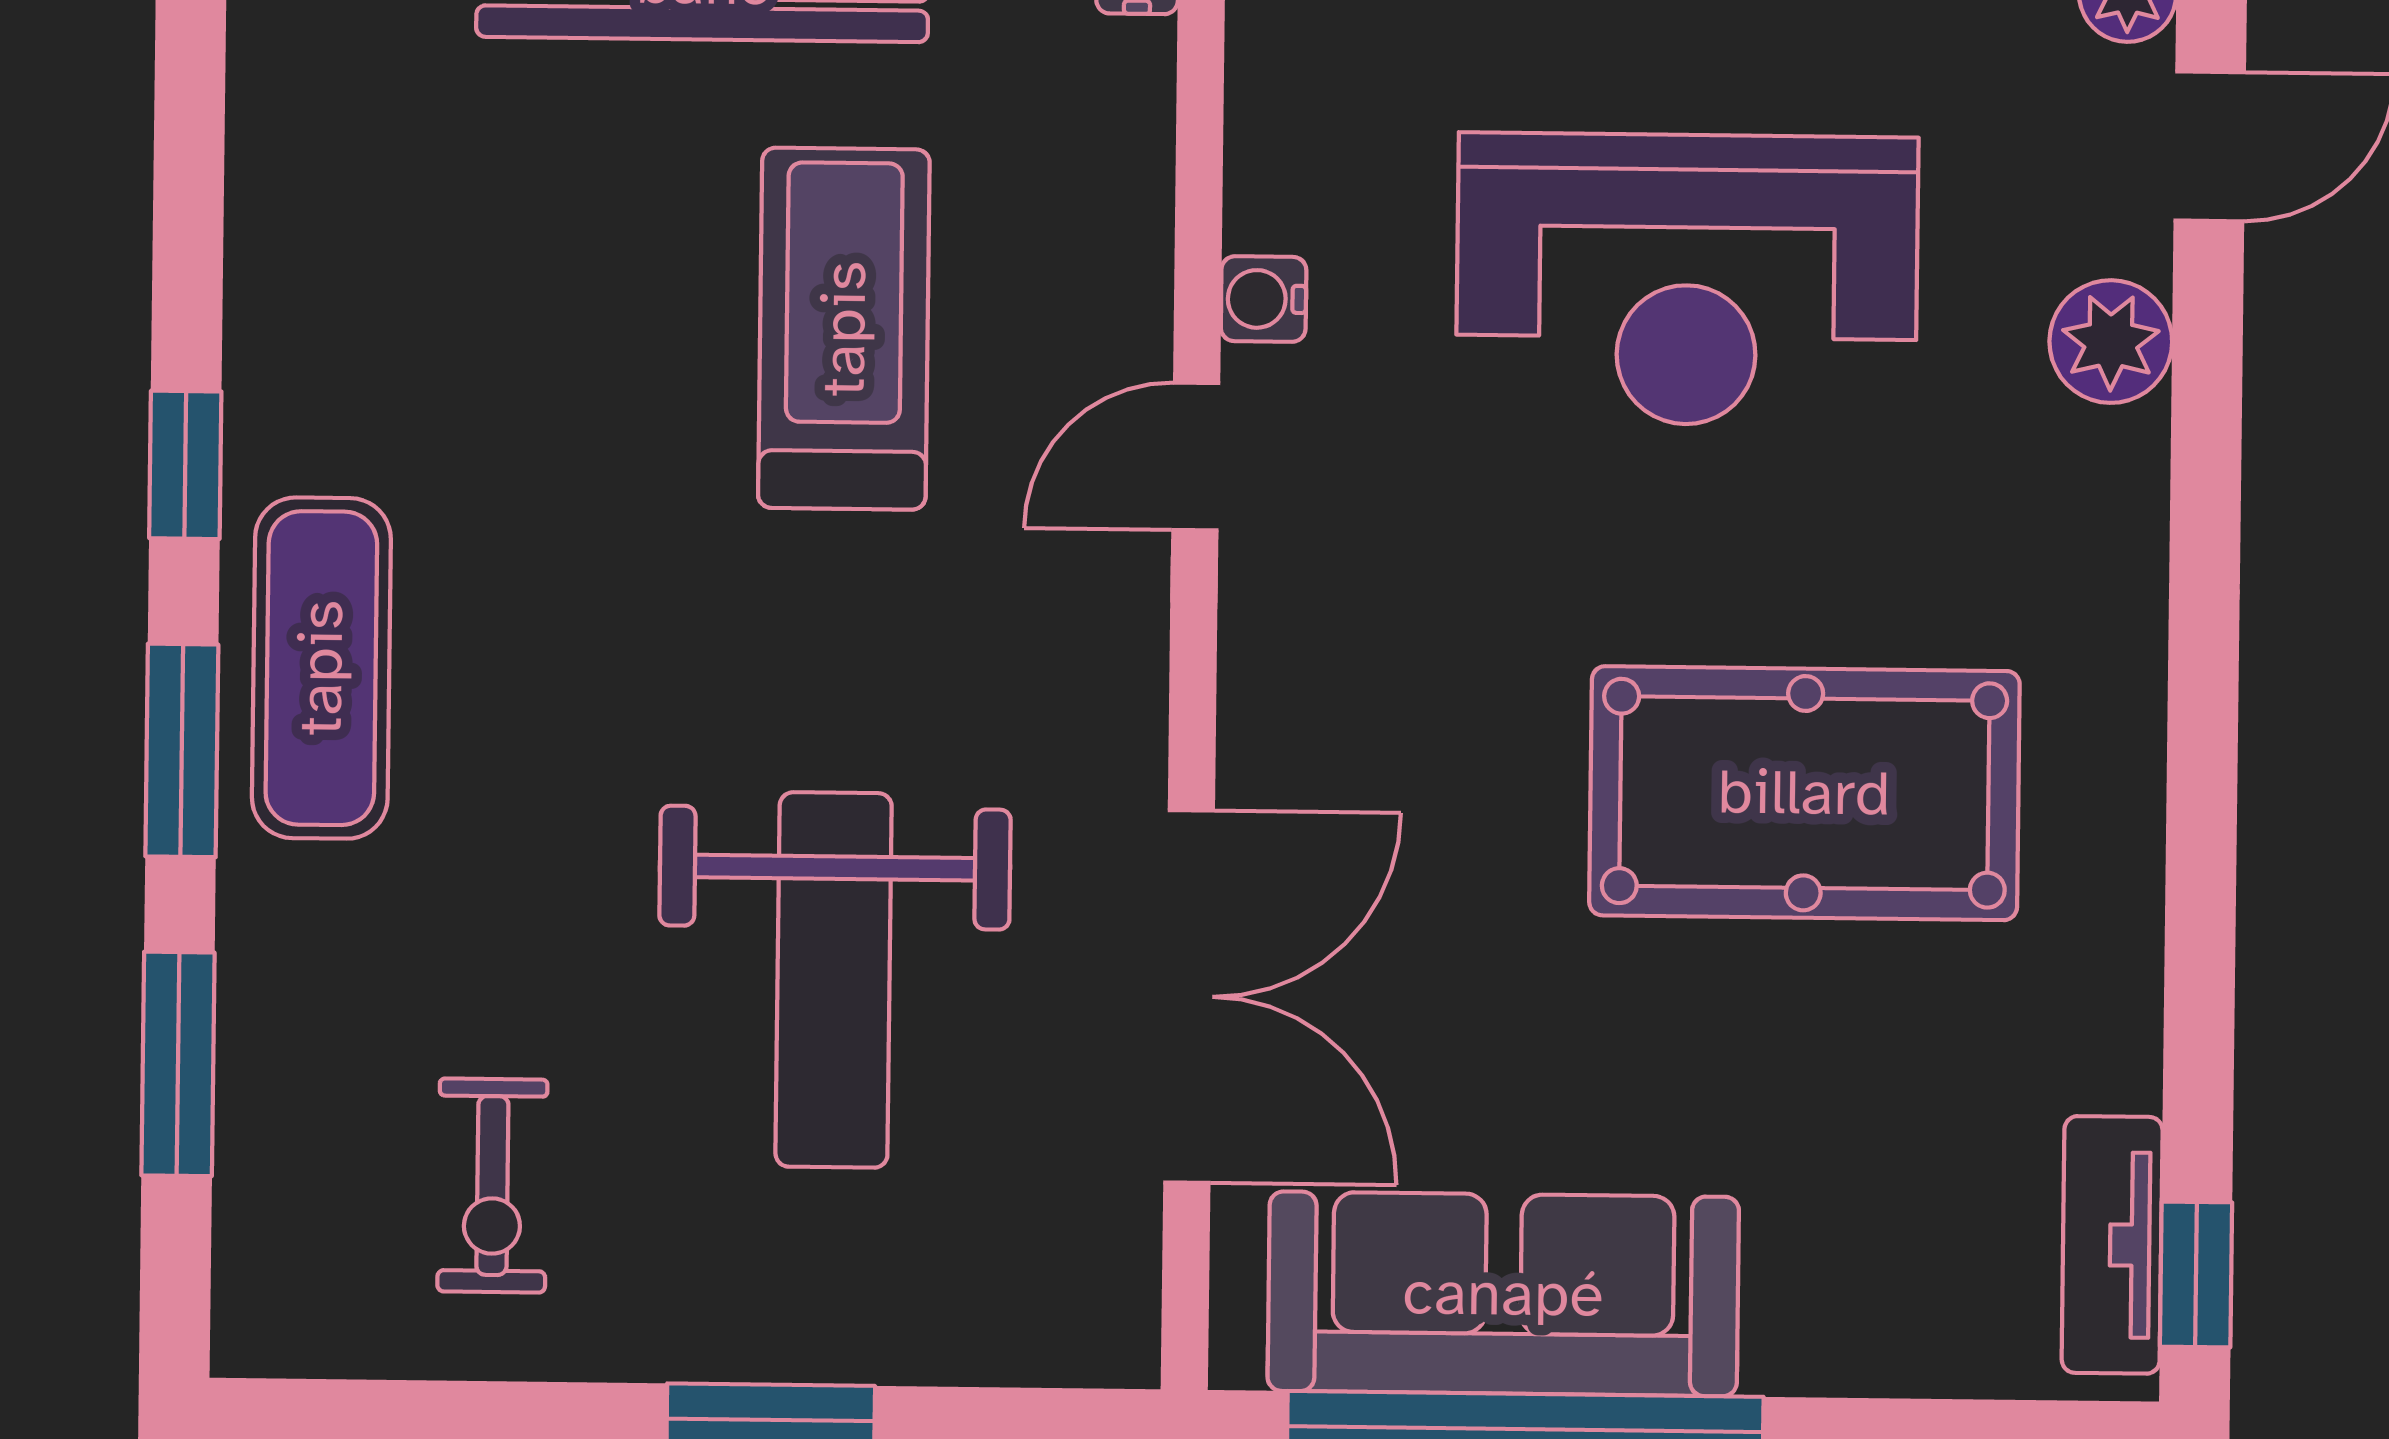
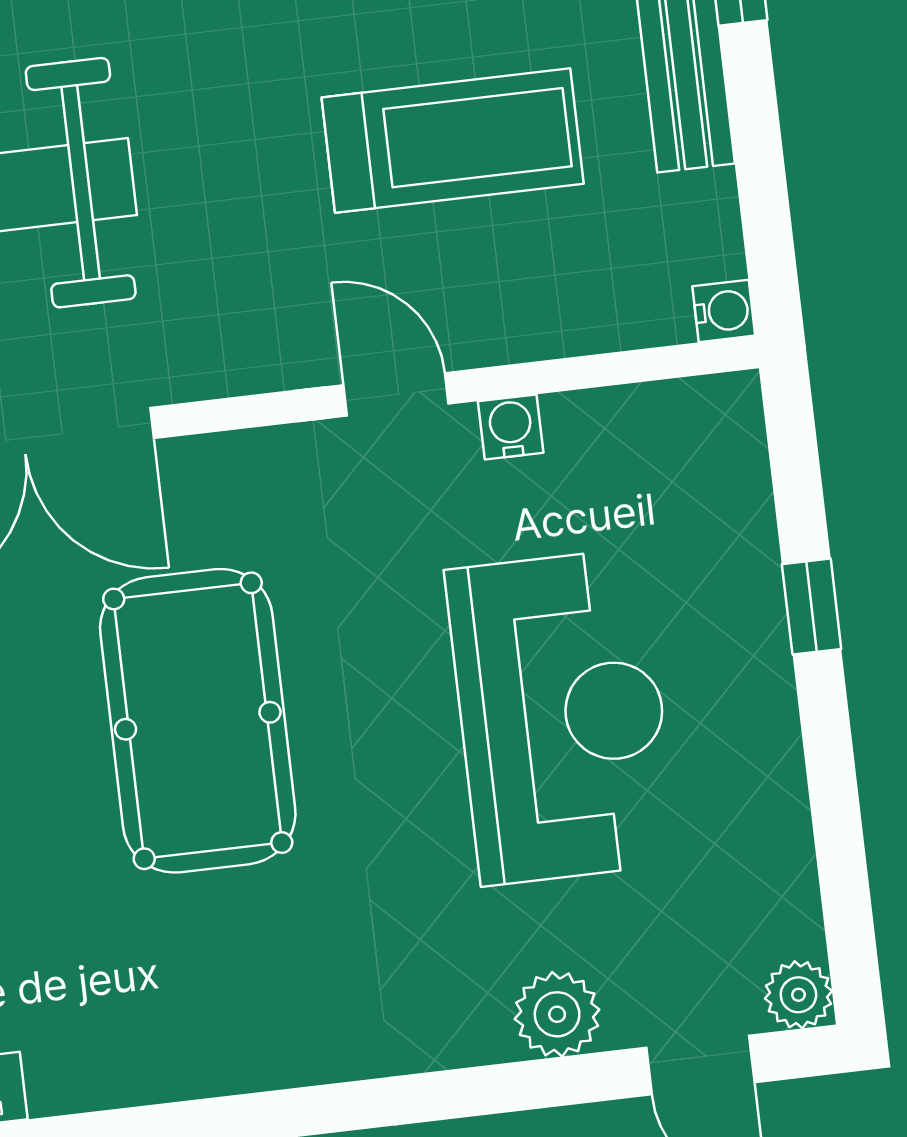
reception desk: (1687, 279) -> (562, 717), turned 180
pool table: (1804, 793) -> (198, 721), moved

